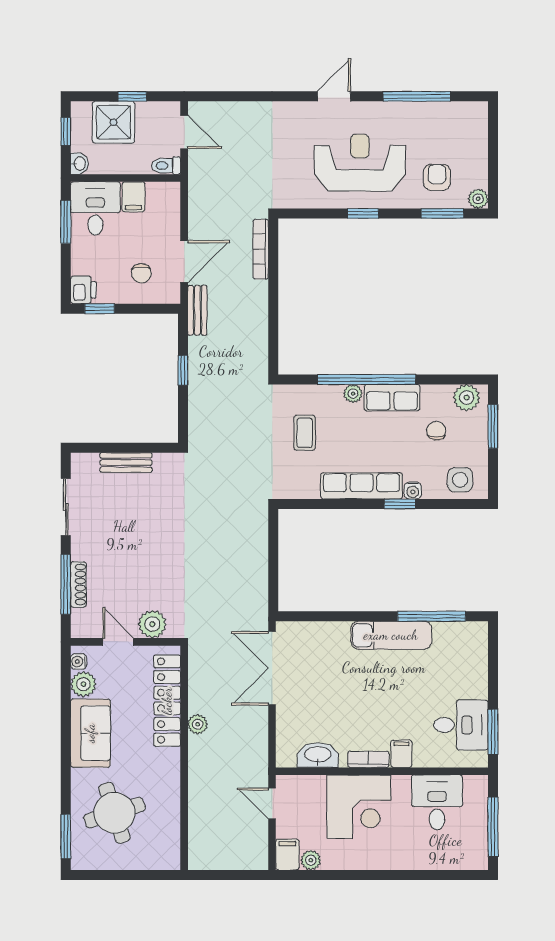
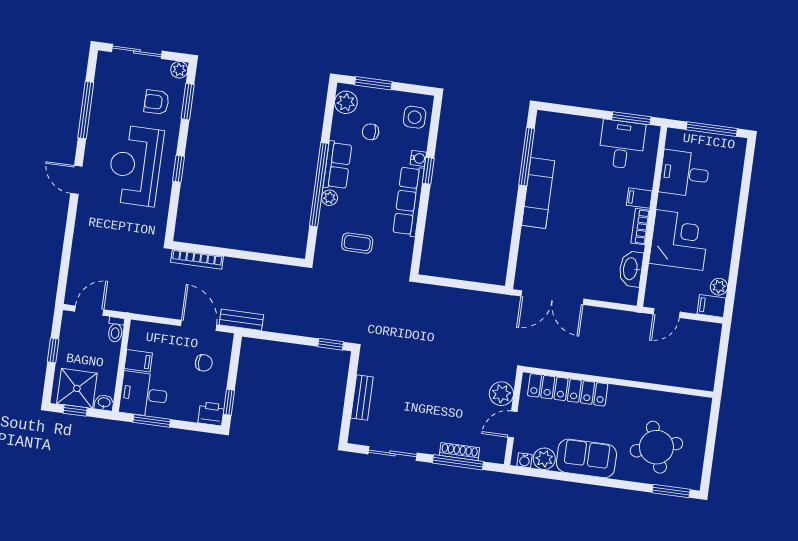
shower: (114, 122) -> (77, 388), moved
sliding door: (493, 147) -> (137, 51), added
window: (183, 370) -> (331, 344), moved
plant: (198, 724) -> (591, 367), removed

